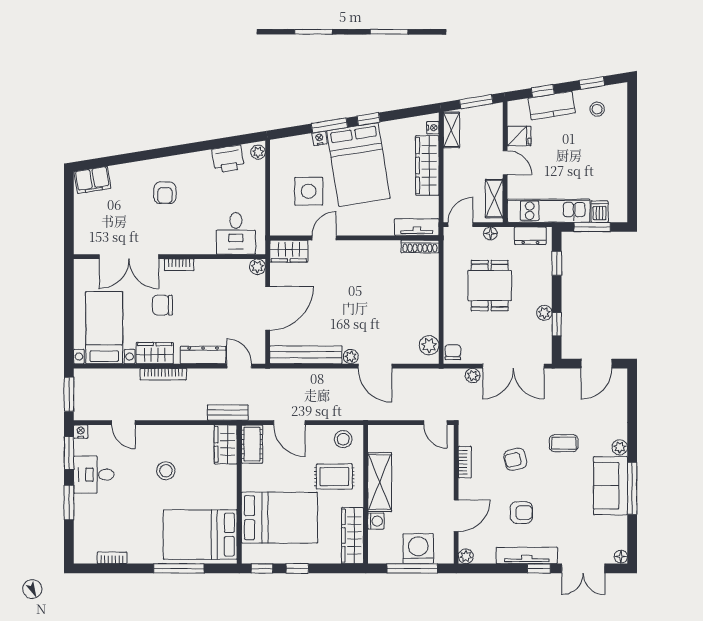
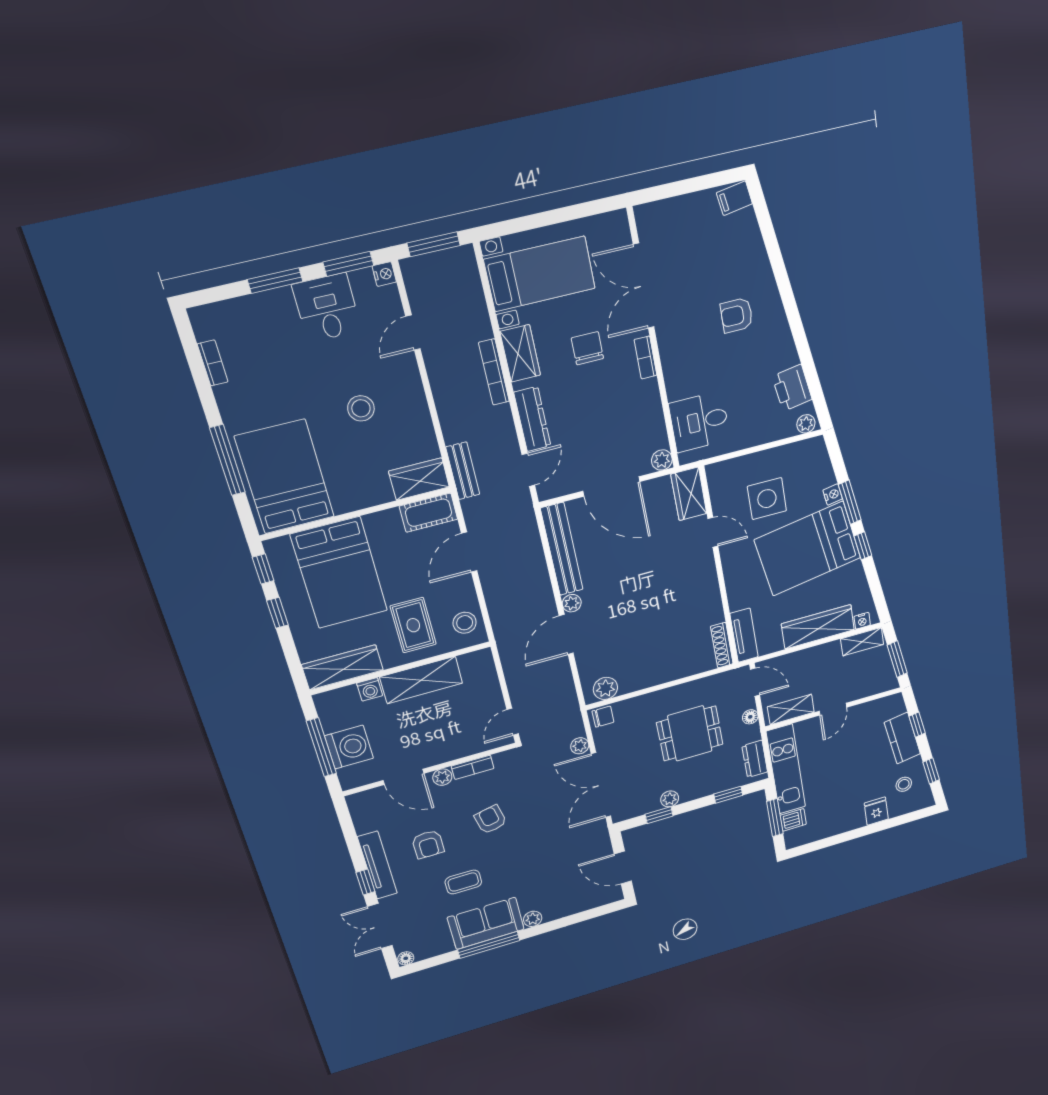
fridge: (519, 136) -> (876, 811), moved, turned 180
filing cabinet: (92, 180) -> (734, 198), width x0.50
coffee table: (564, 443) -> (463, 882), moved, turned 90
plant: (466, 556) -> (442, 777), moved

